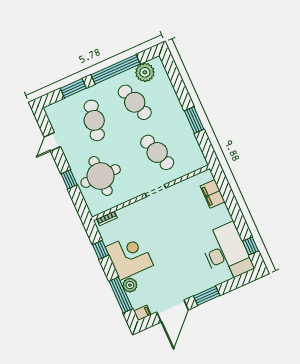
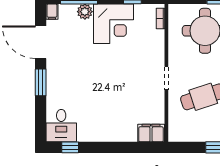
filing cabinet: (213, 194) -> (151, 133), moved
desk: (226, 253) -> (61, 126), width x0.53, depth x0.77

